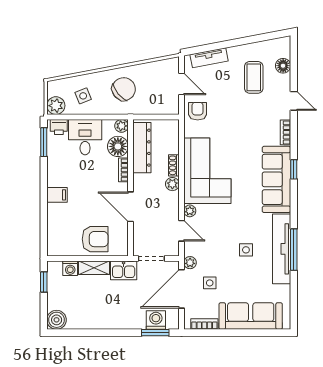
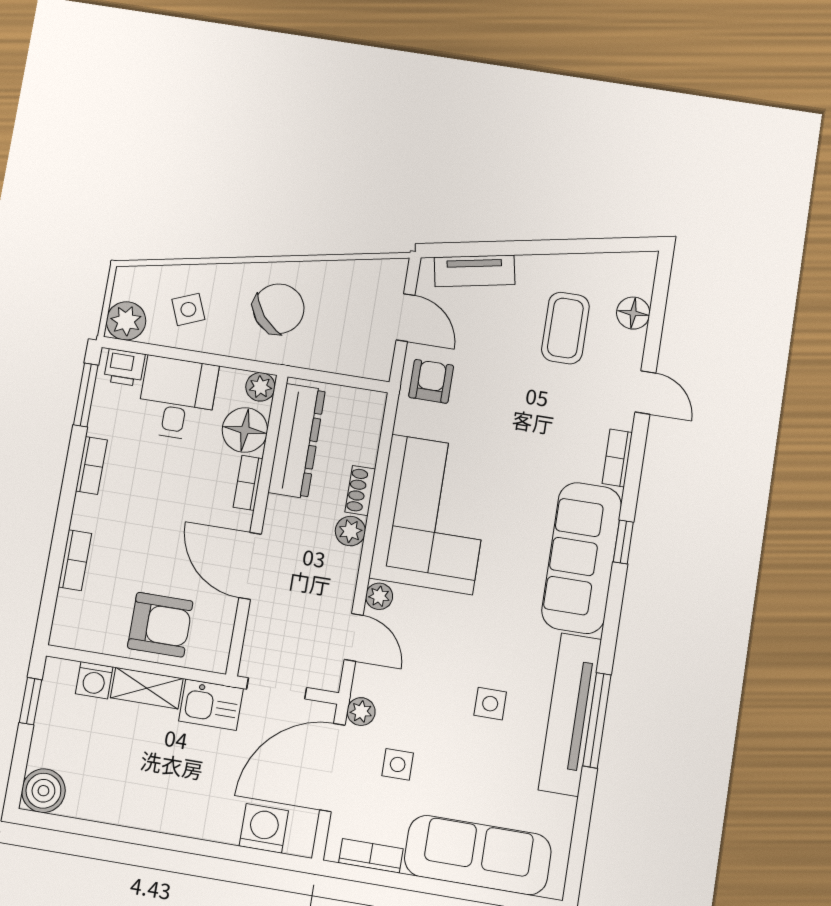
bookcase: (52, 173) -> (91, 465), added
filing cabinet: (57, 195) -> (94, 514), removed
bookcase: (52, 217) -> (75, 560), added
window: (155, 333) -> (258, 857), removed

